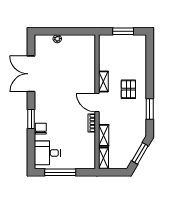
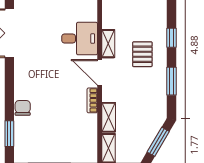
window: (150, 77) -> (171, 38), added
window: (31, 119) -> (9, 134), moved
desk: (47, 153) -> (80, 39), moved, turned 180

